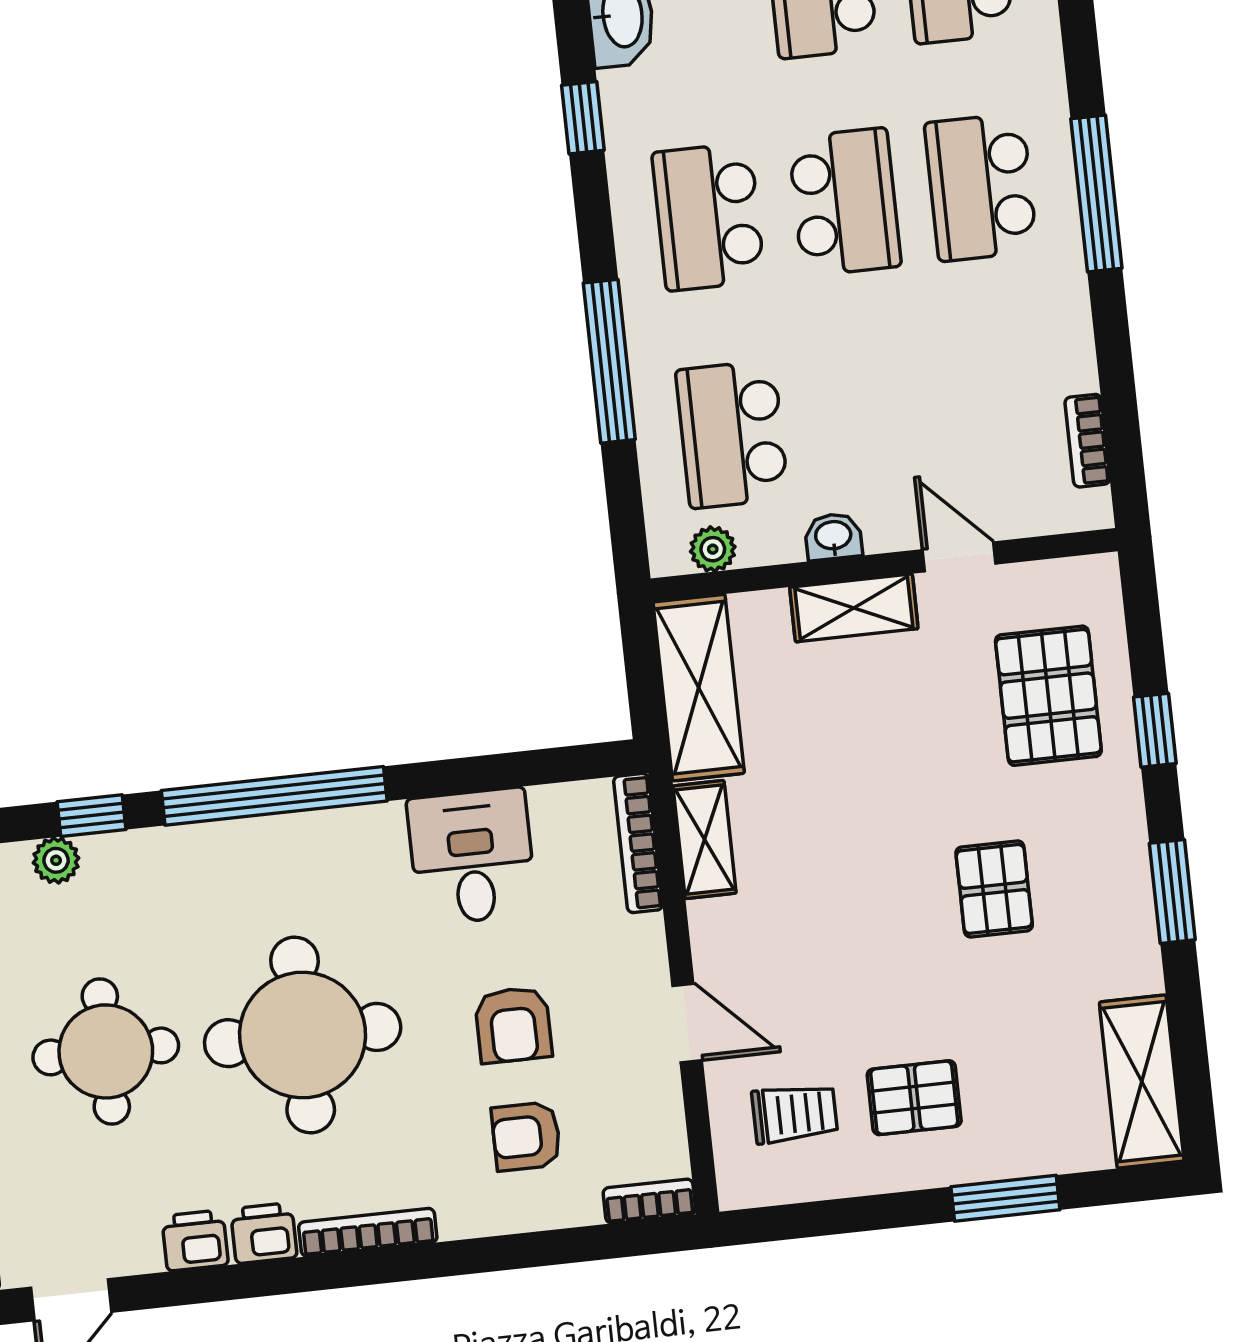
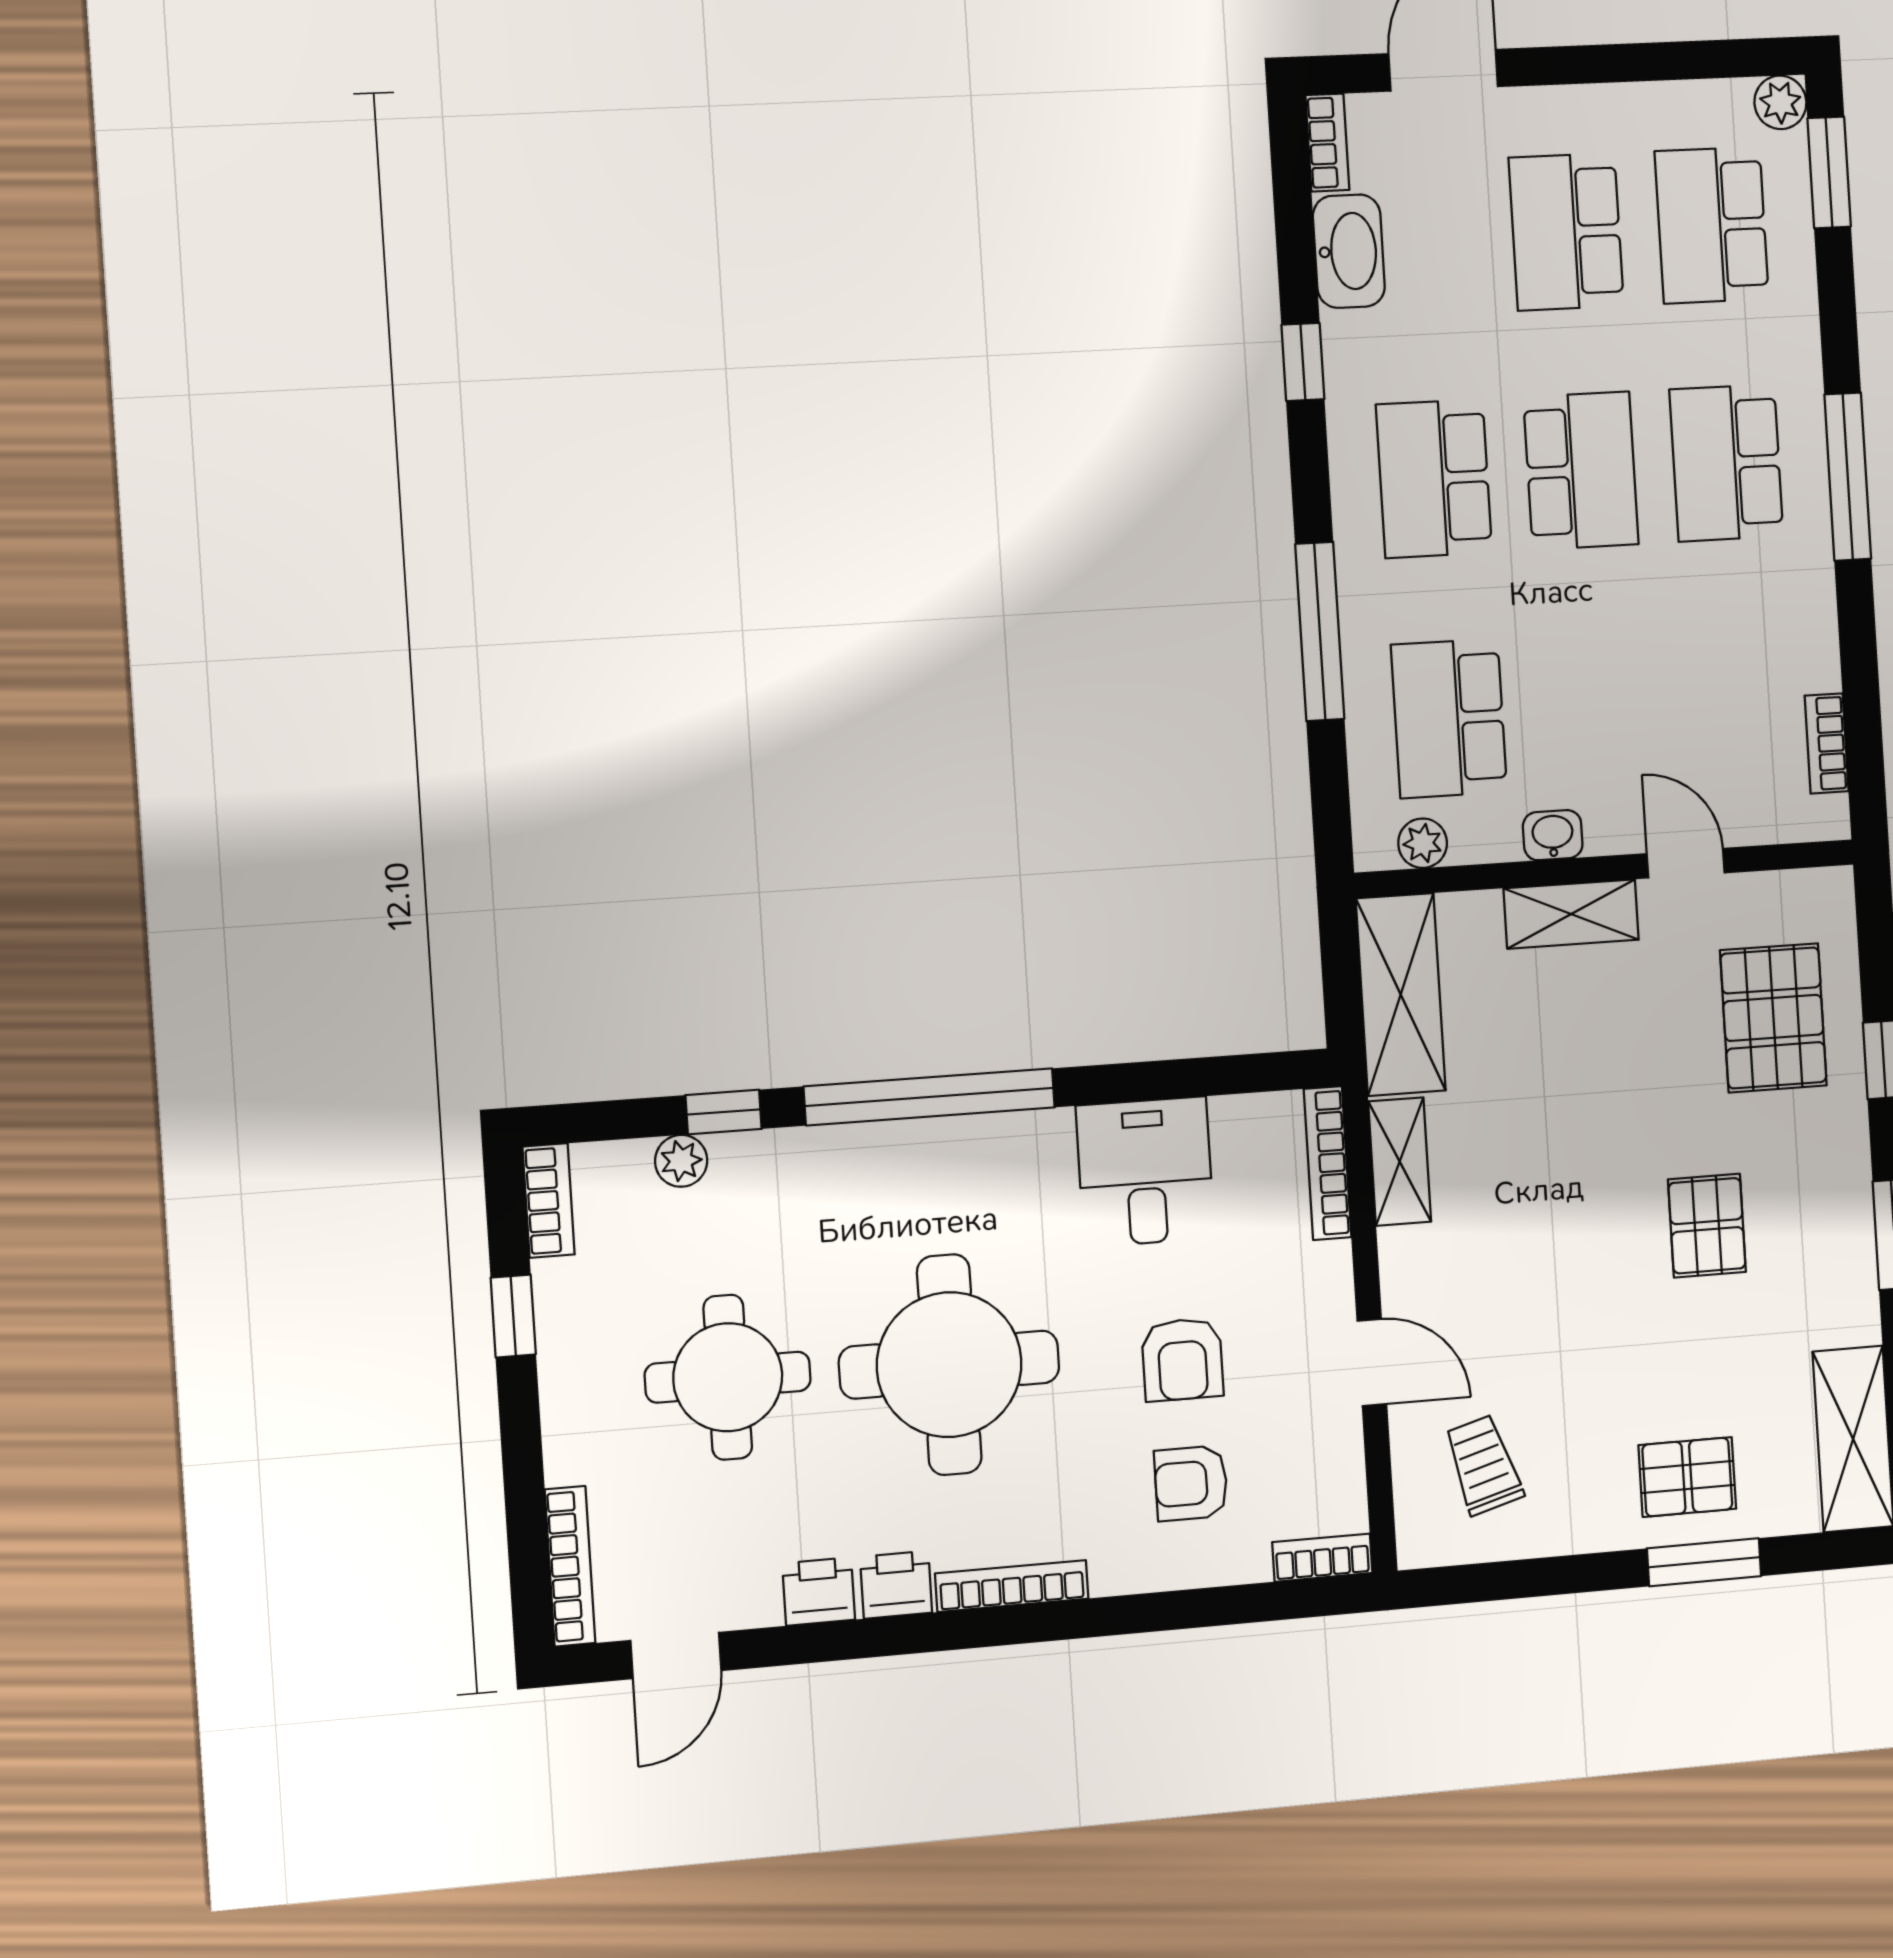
pallet: (914, 1098) -> (1687, 1477), moved
trolley: (795, 1114) -> (1483, 1465), turned -106

